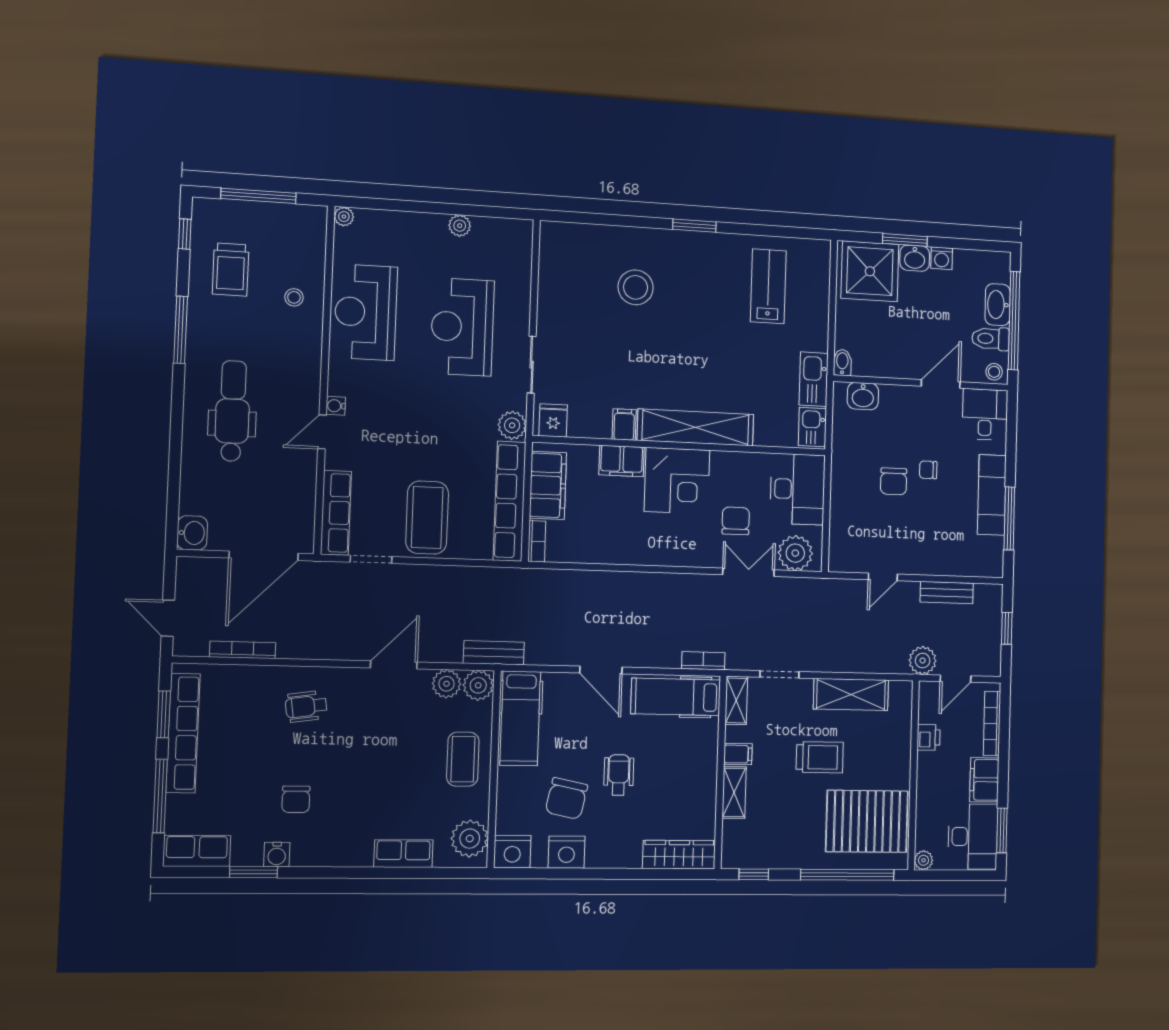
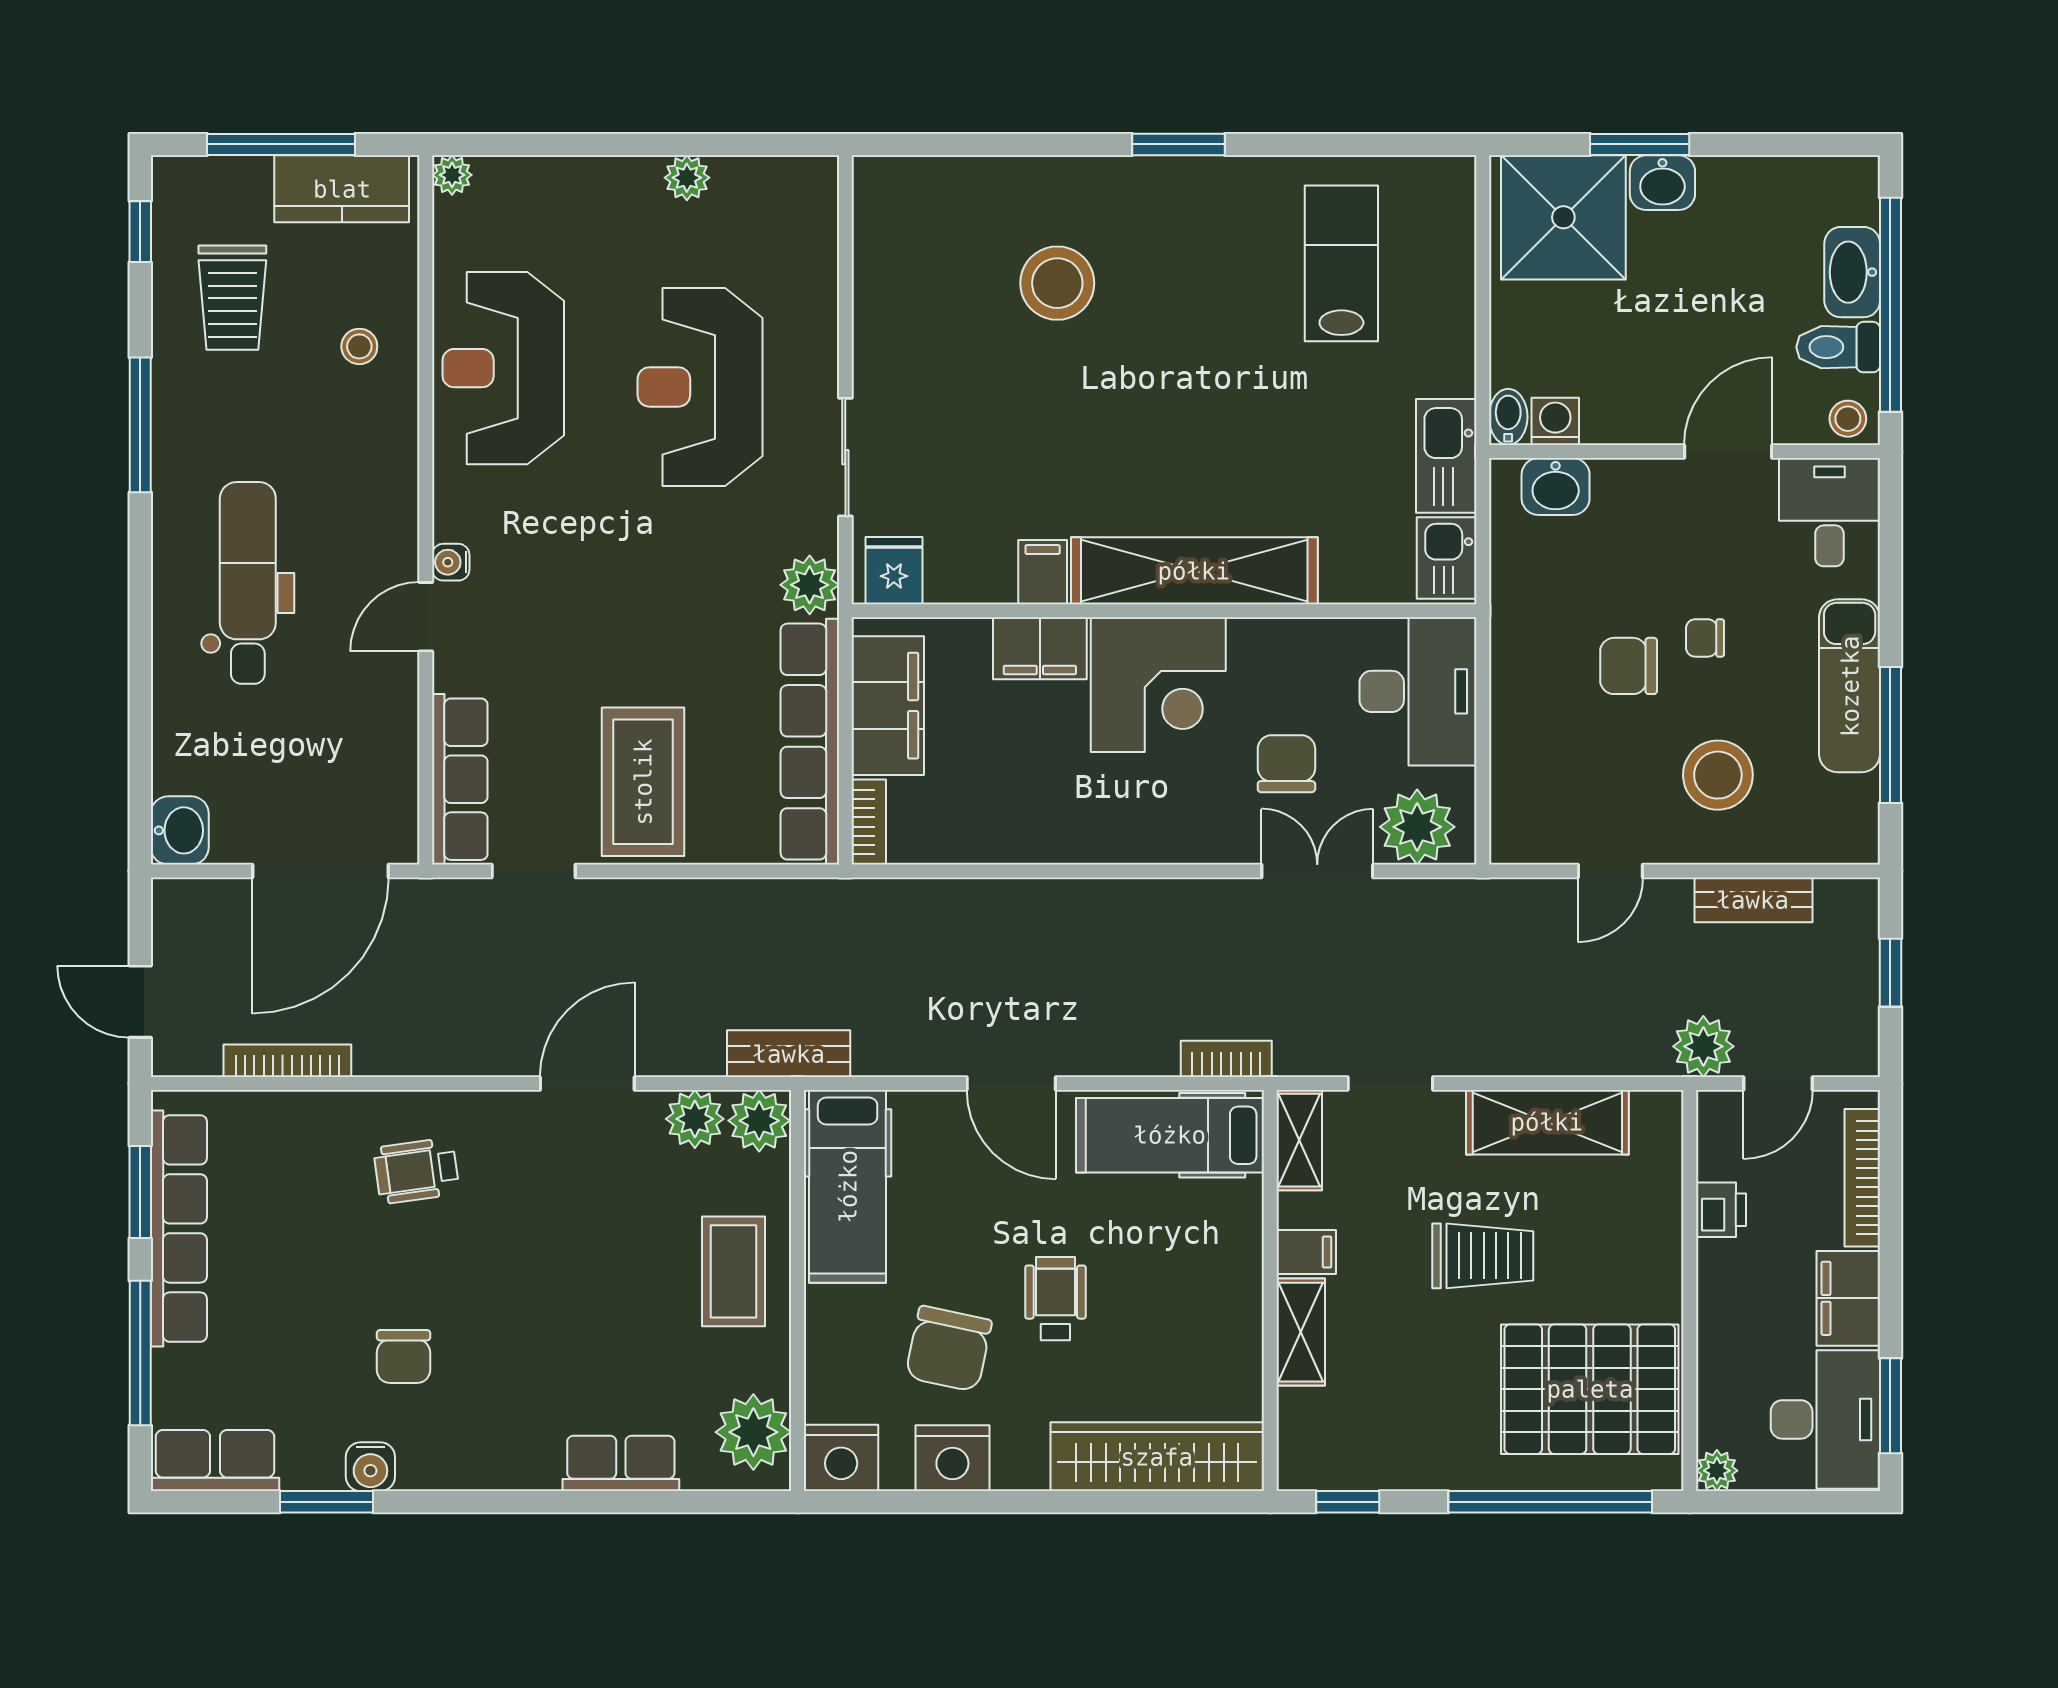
kitchen counter: (288, 220) -> (342, 189), added
washing machine: (942, 258) -> (1555, 421), moved, turned 180
chair: (894, 481) -> (1629, 666), turned 90
stool: (932, 534) -> (1718, 775), added
wardrobe: (679, 855) -> (1157, 1457), width x1.40, depth x1.17

